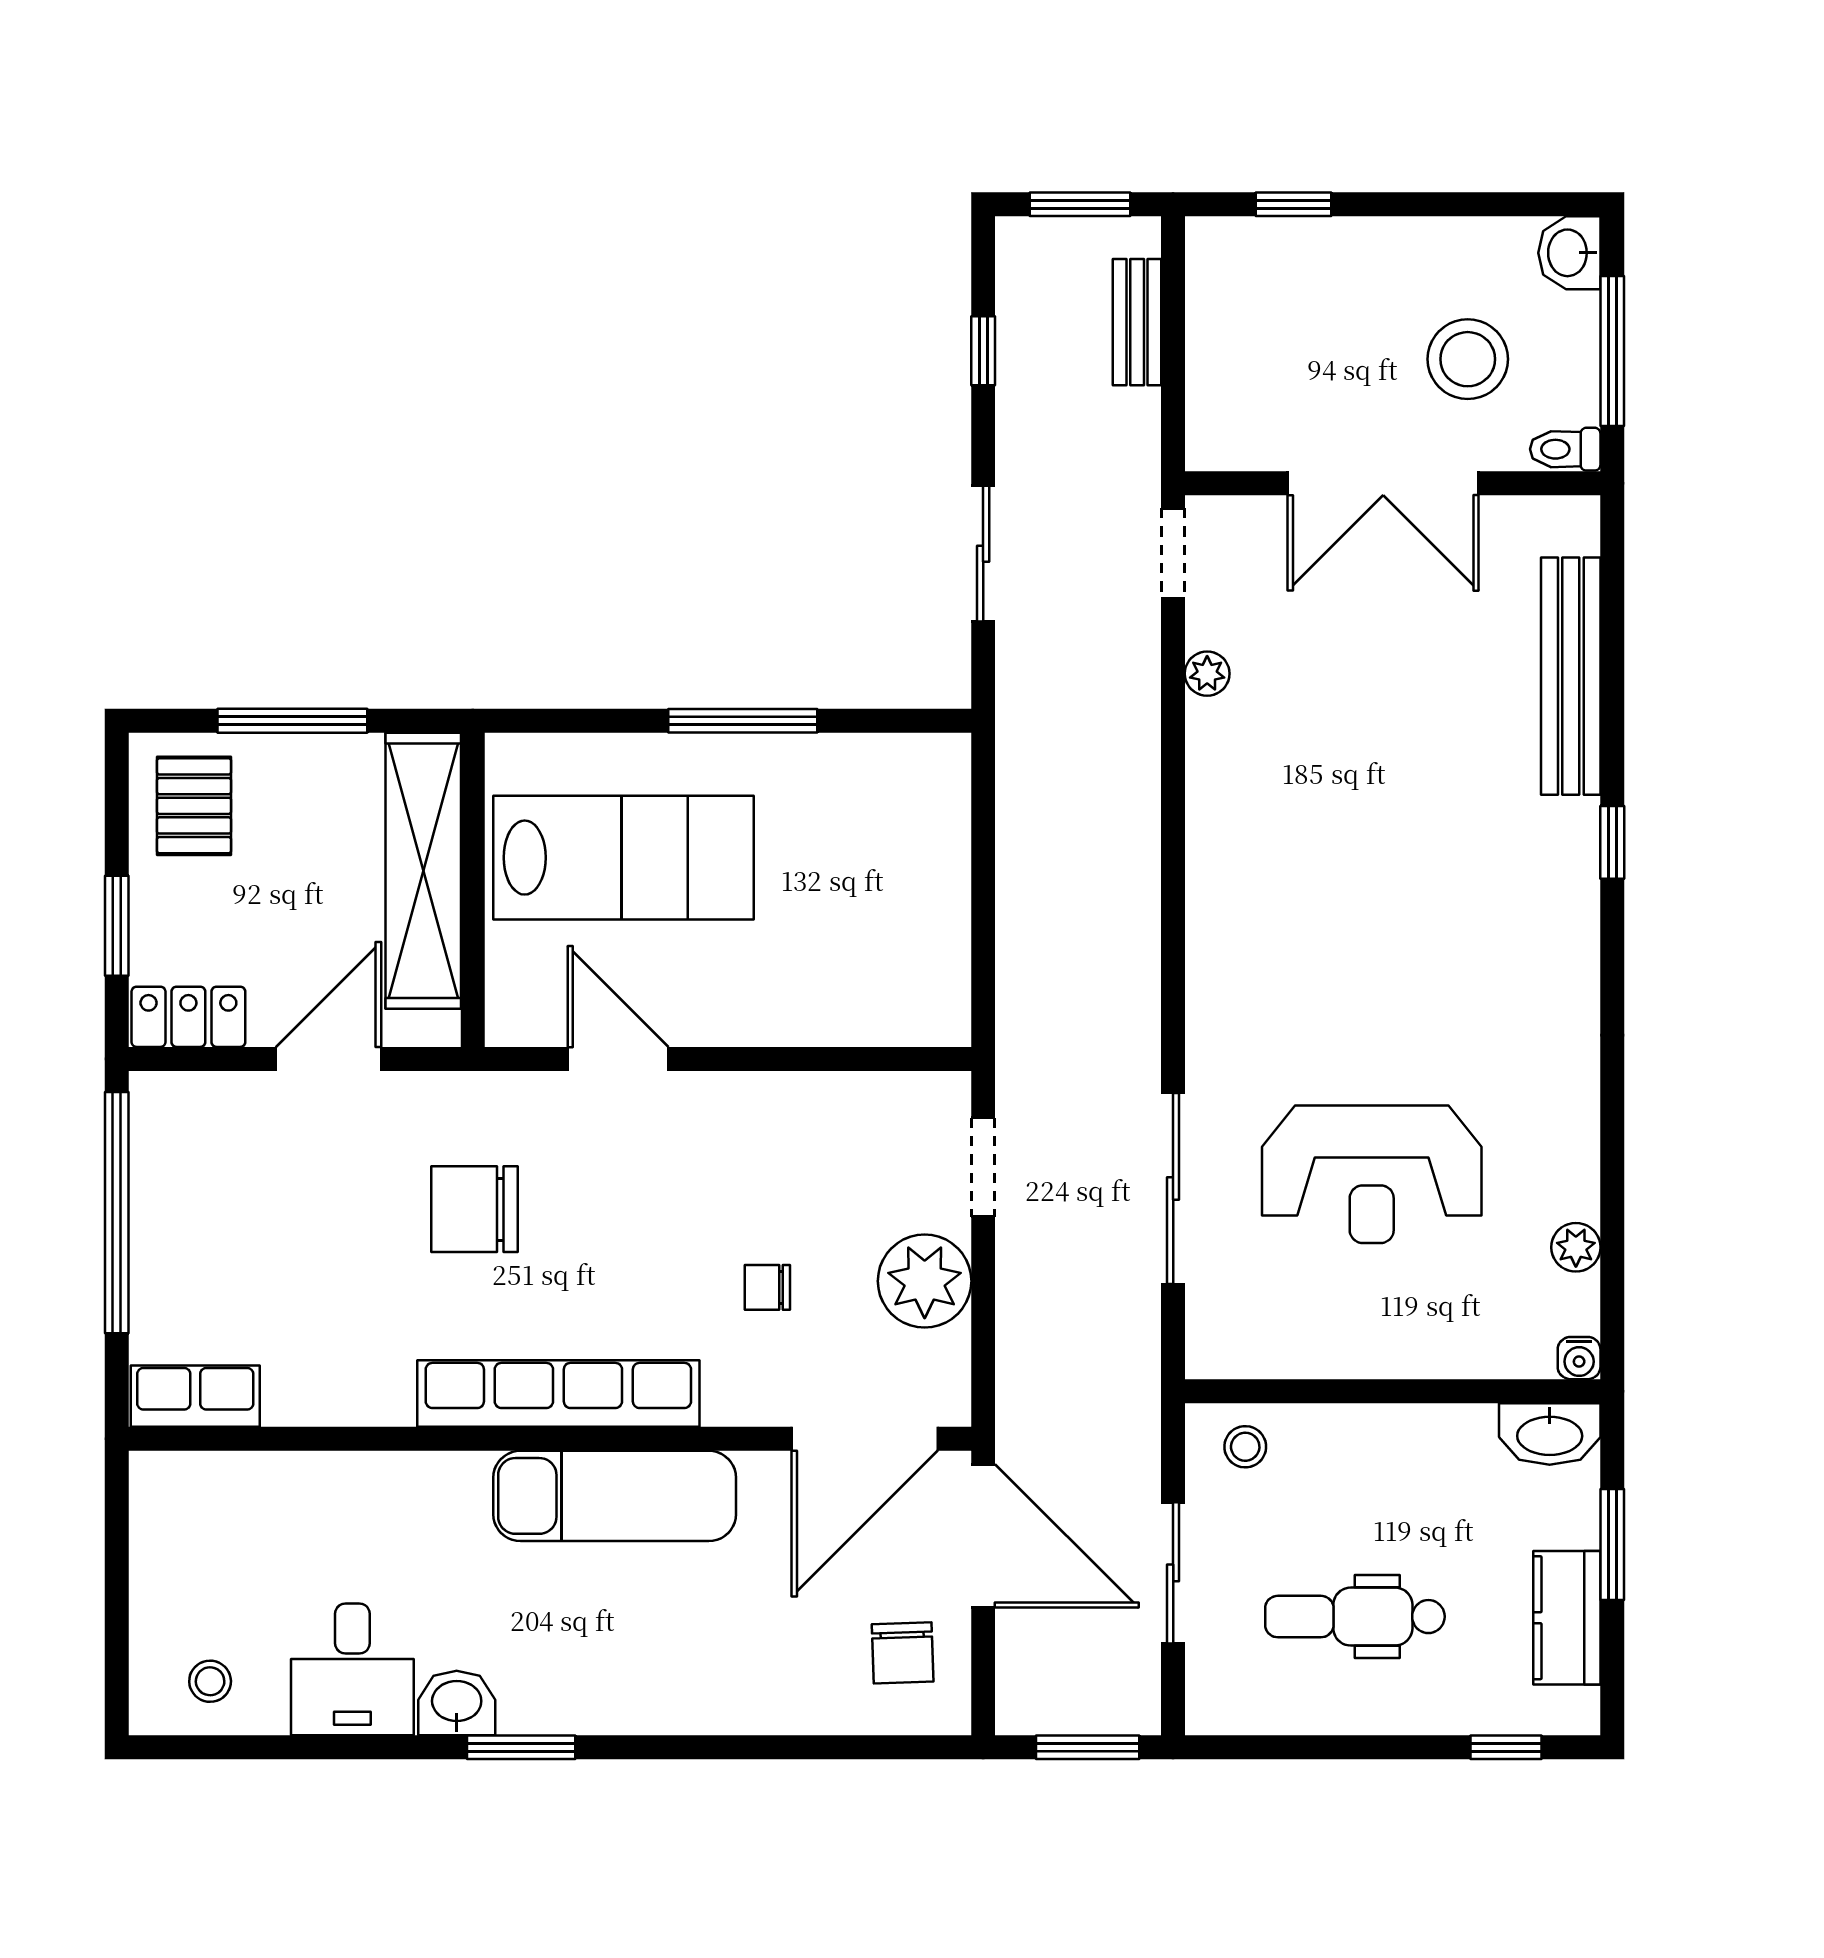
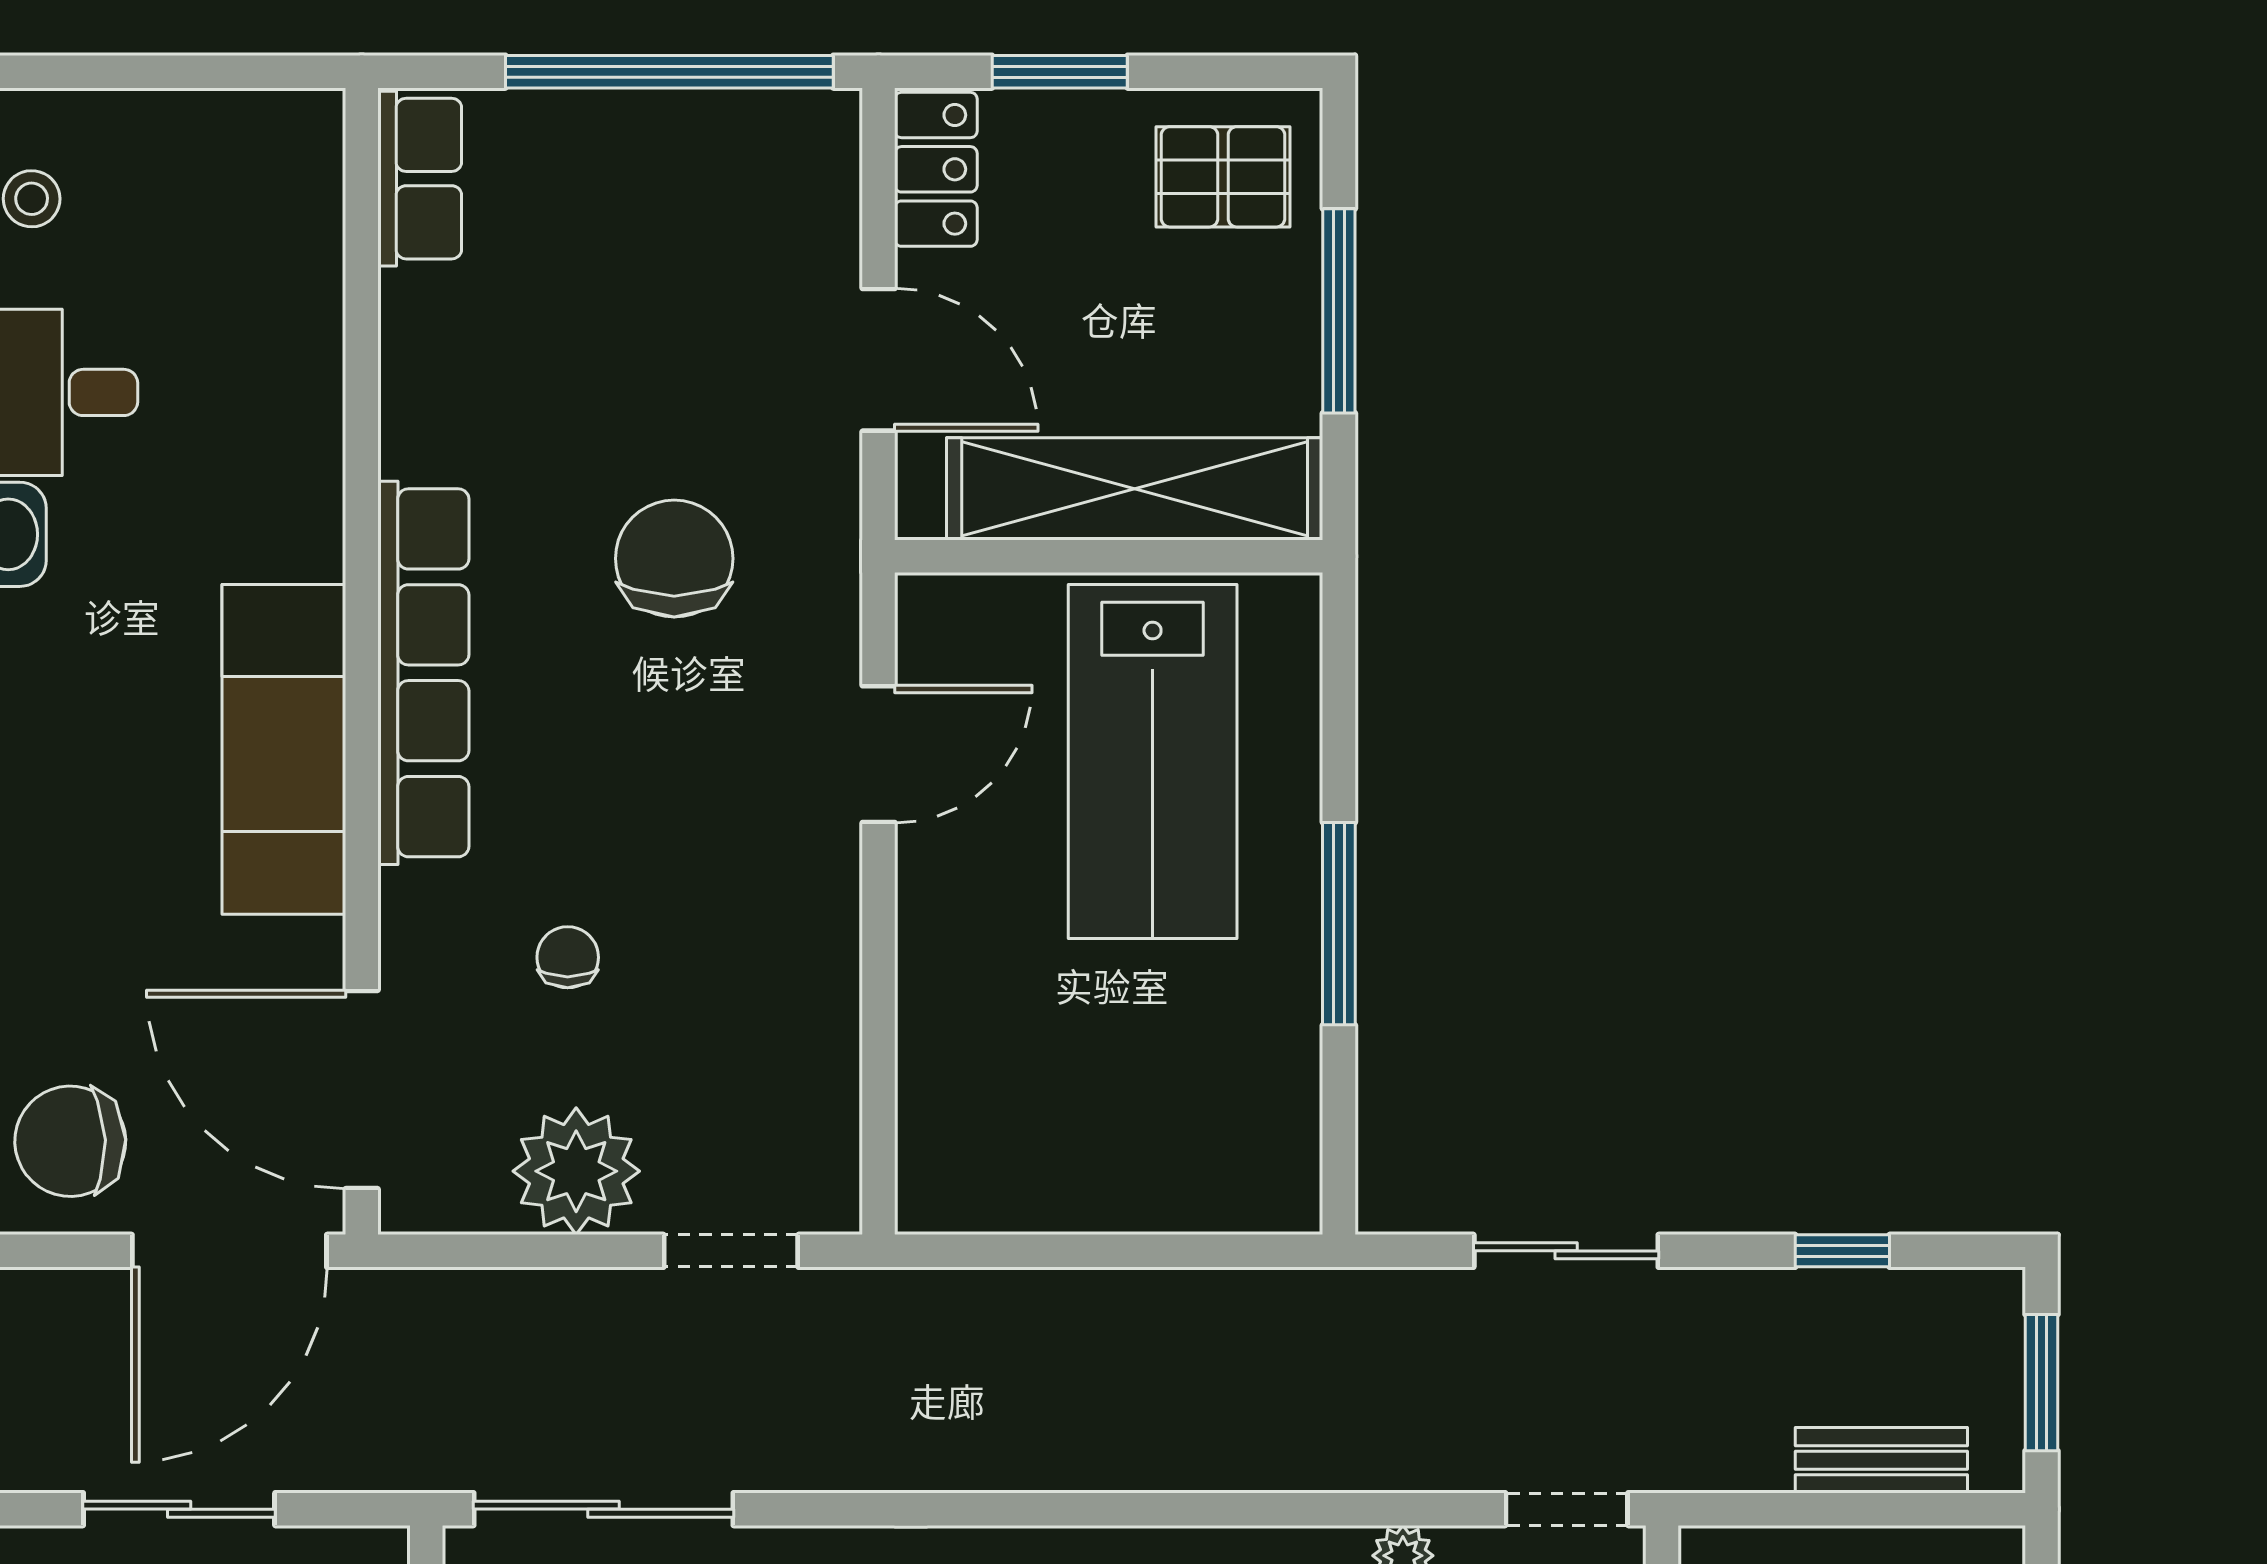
sliding door: (1173, 1188) -> (603, 1509), moved
chair: (903, 1653) -> (70, 1141), width x1.37, depth x1.37

